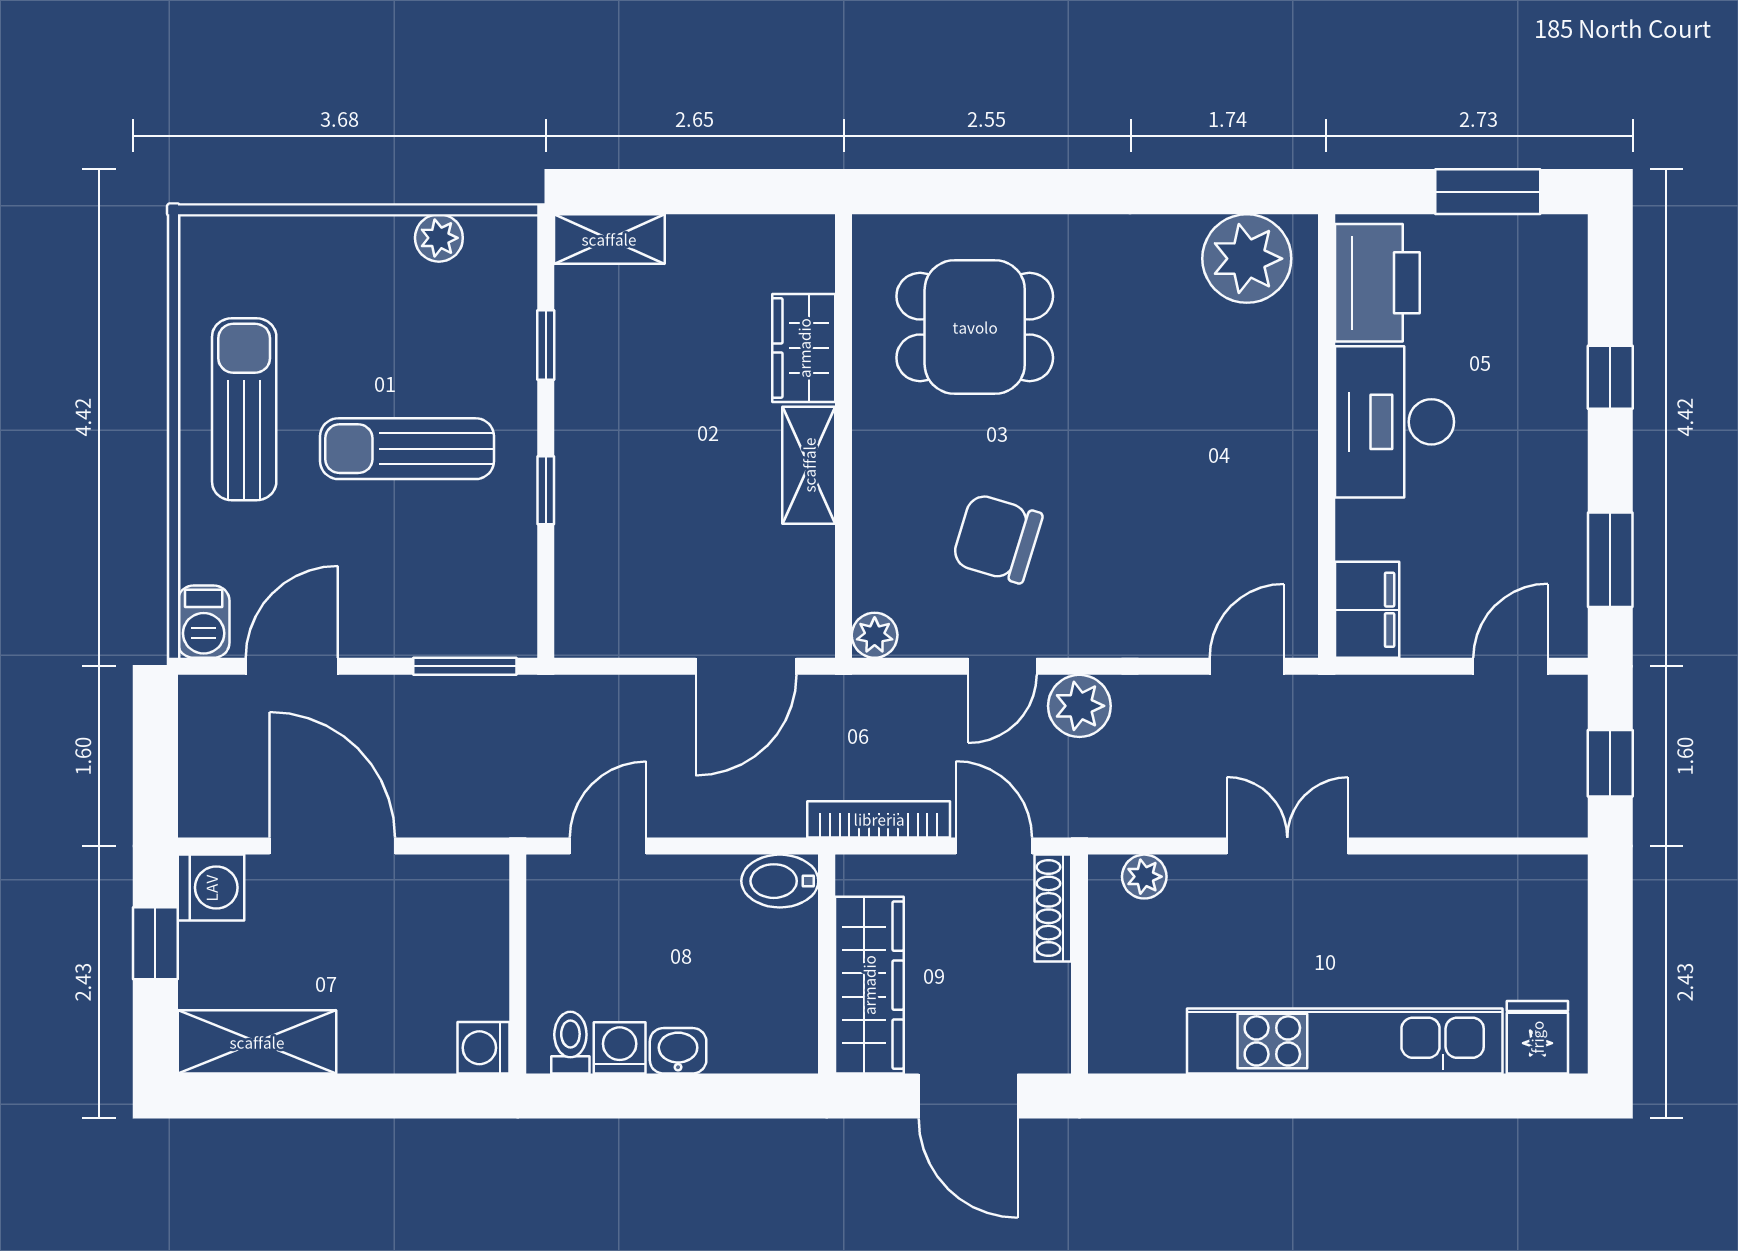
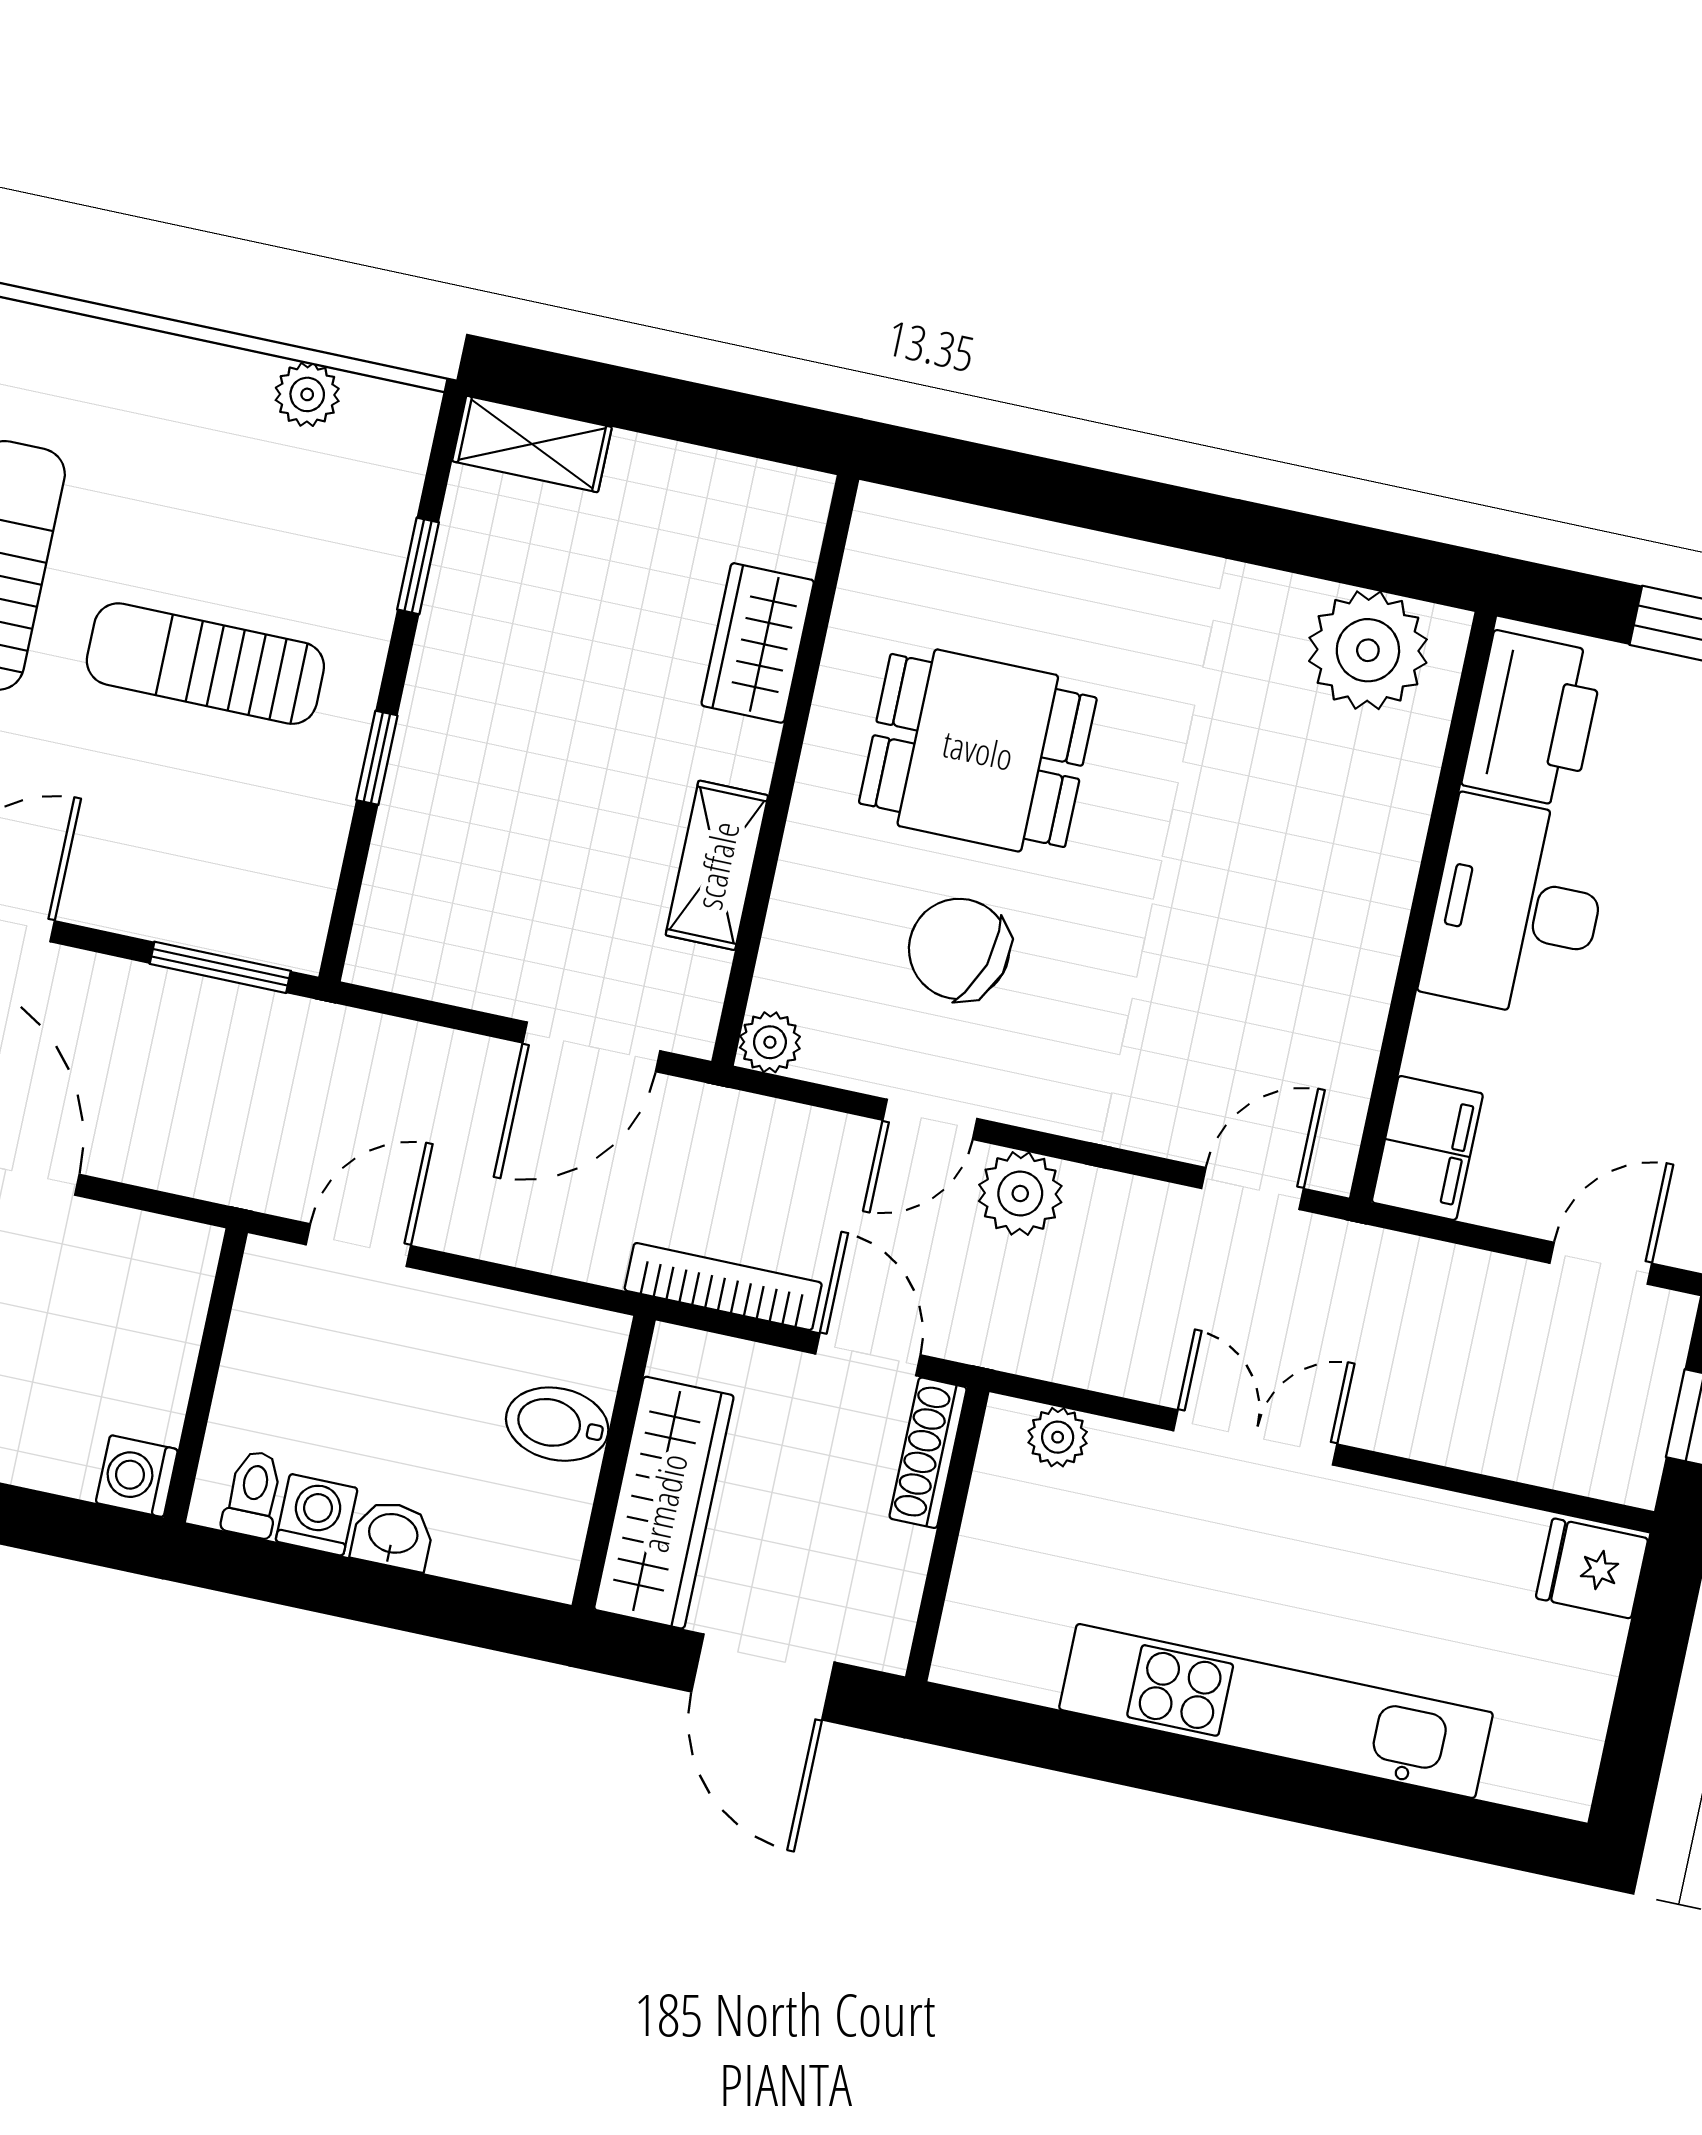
dining table: (975, 327) -> (978, 750), moved
shelving: (809, 465) -> (717, 865), moved
bidet: (780, 881) -> (557, 1424), moved
fridge: (1537, 1037) -> (1592, 1568), moved, turned -90

